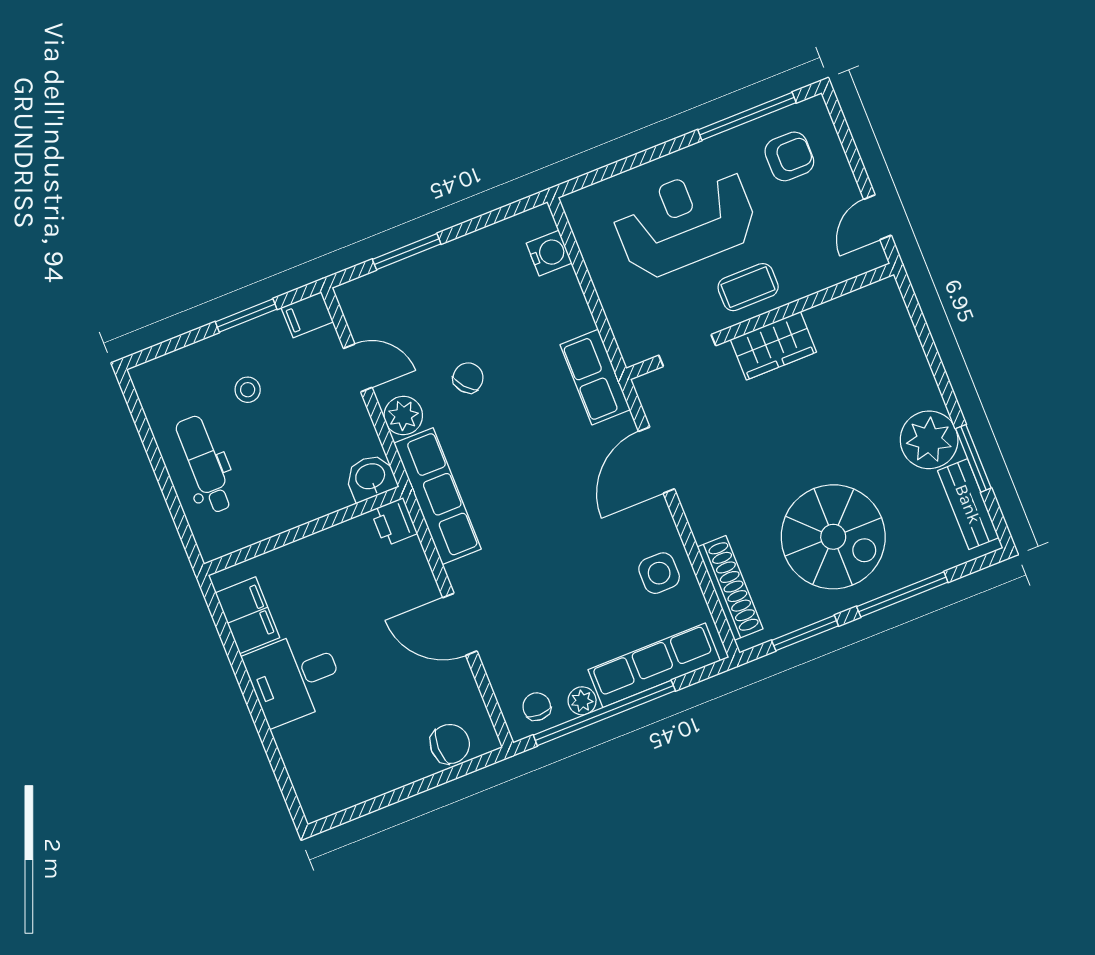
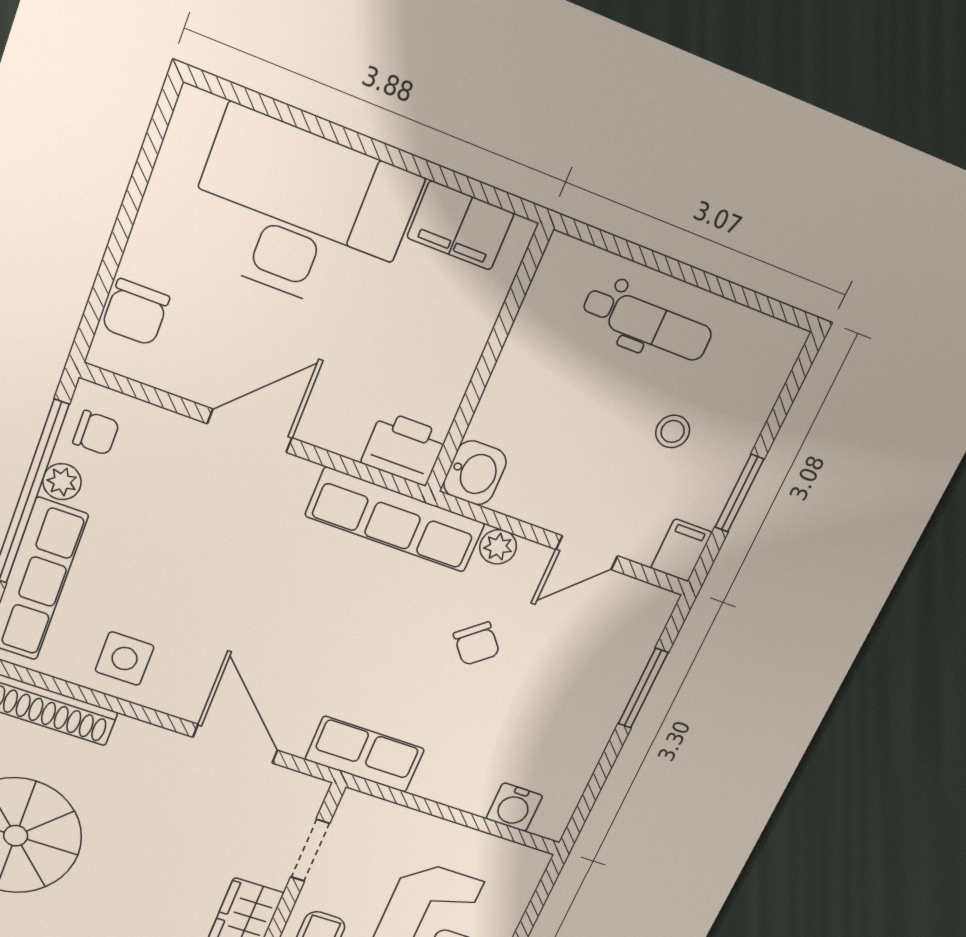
plant: (403, 416) -> (498, 547), width x0.73, depth x0.73
printer: (394, 522) -> (404, 448), width x1.36, depth x1.24
desk: (294, 677) -> (300, 214), width x1.87, depth x1.30

